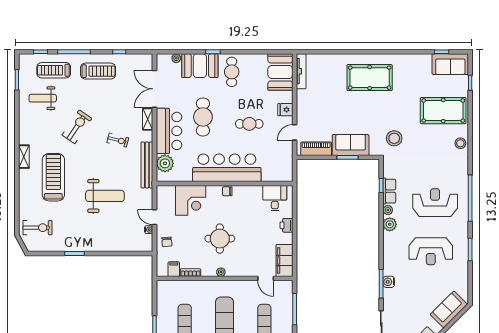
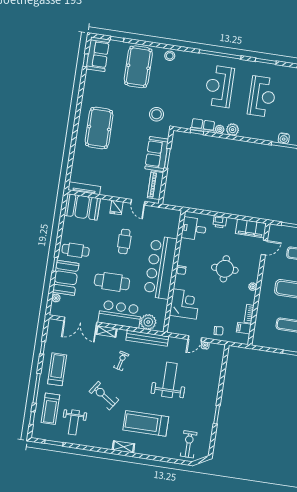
round table: (220, 239) -> (225, 269), moved

